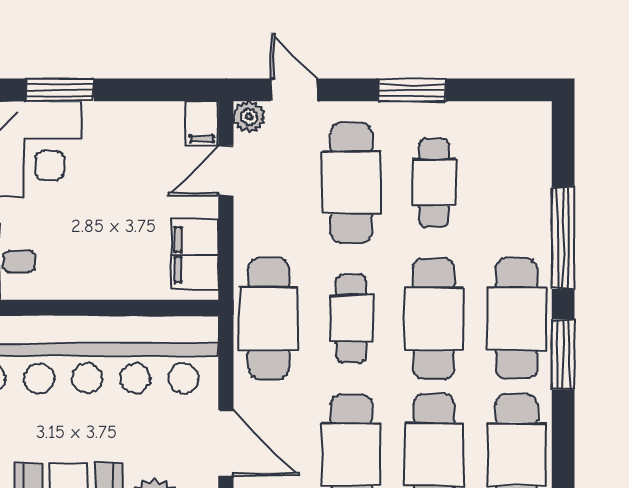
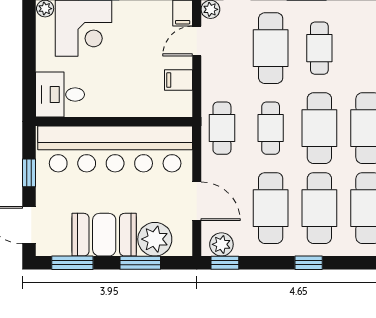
filing cabinet: (195, 255) -> (178, 80), width x0.50
cafe table: (269, 319) -> (222, 128), width x0.73, depth x0.74

